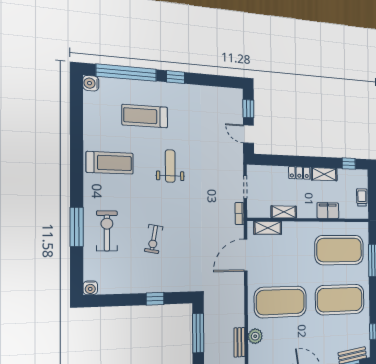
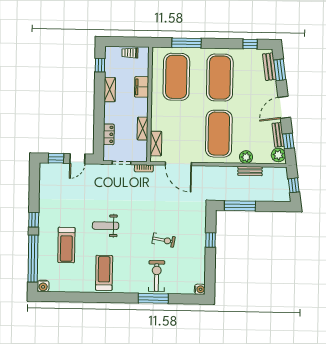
locker: (299, 173) -> (109, 134), moved
exercise bike: (107, 231) -> (157, 276), turned 90

